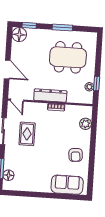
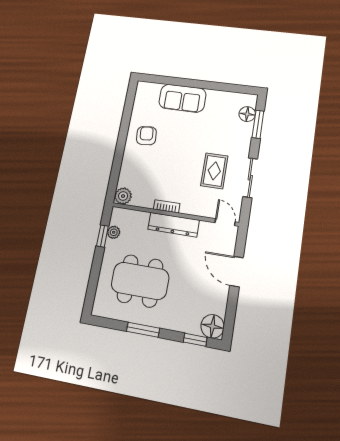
plant: (86, 124) -> (123, 196), moved
sofa: (67, 185) -> (182, 98), moved

